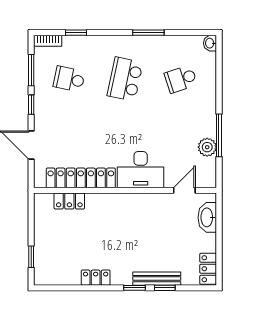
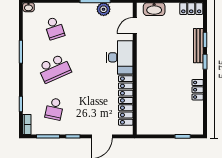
school desk: (125, 79) -> (54, 69), turned -36
door: (184, 190) -> (135, 26), hinge flipped
locker: (69, 201) -> (142, 109), removed

